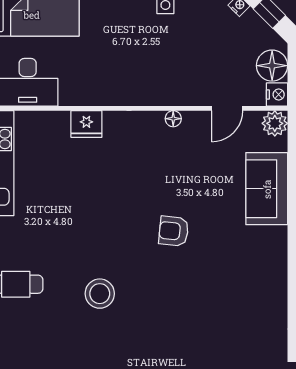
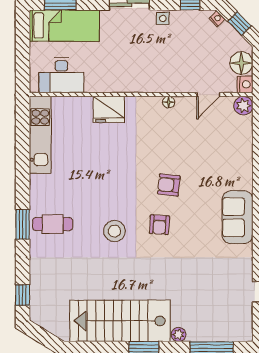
fridge: (86, 124) -> (109, 109), width x1.36, depth x1.34
sofa: (267, 189) -> (237, 217), moved
armchair: (161, 285) -> (159, 225), added

